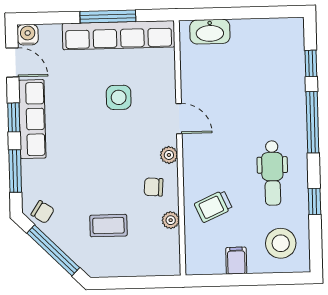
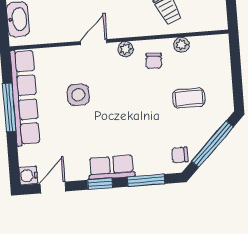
row of seats: (32, 119) -> (112, 167), width x0.68
chair: (43, 212) -> (180, 155), turned -123
coffee table: (108, 226) -> (189, 98), turned 90

